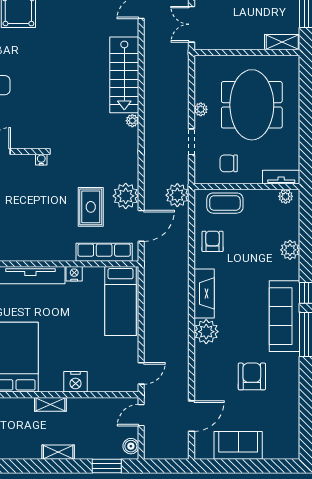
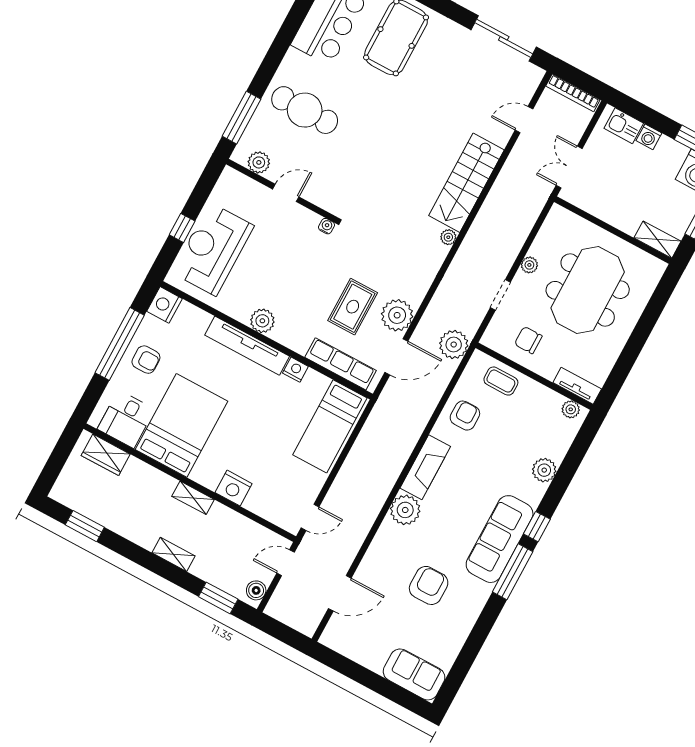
coffee table: (225, 203) -> (501, 381), width x0.73, depth x0.77
plant: (32, 252) -> (262, 321), added
sofa: (238, 445) -> (414, 674), moved

